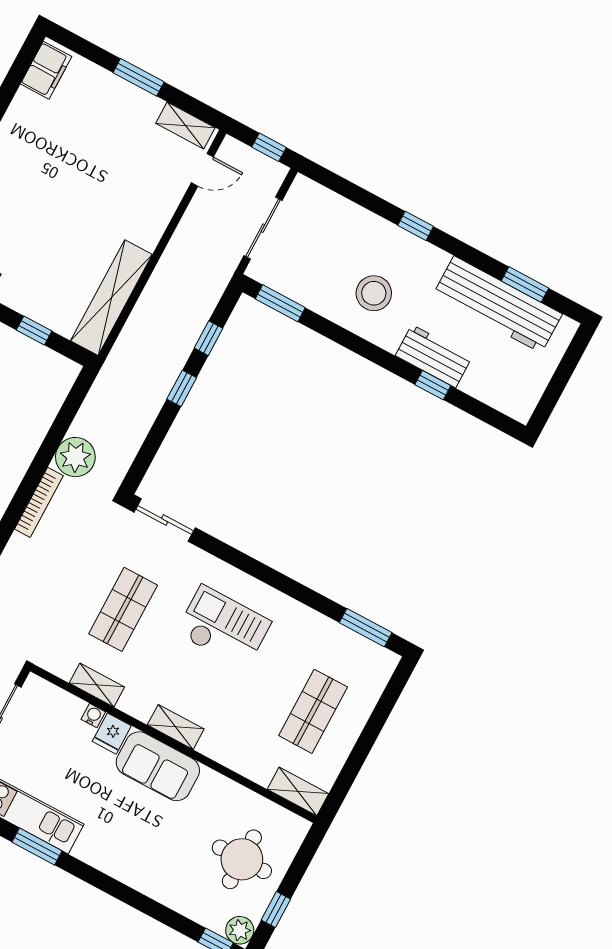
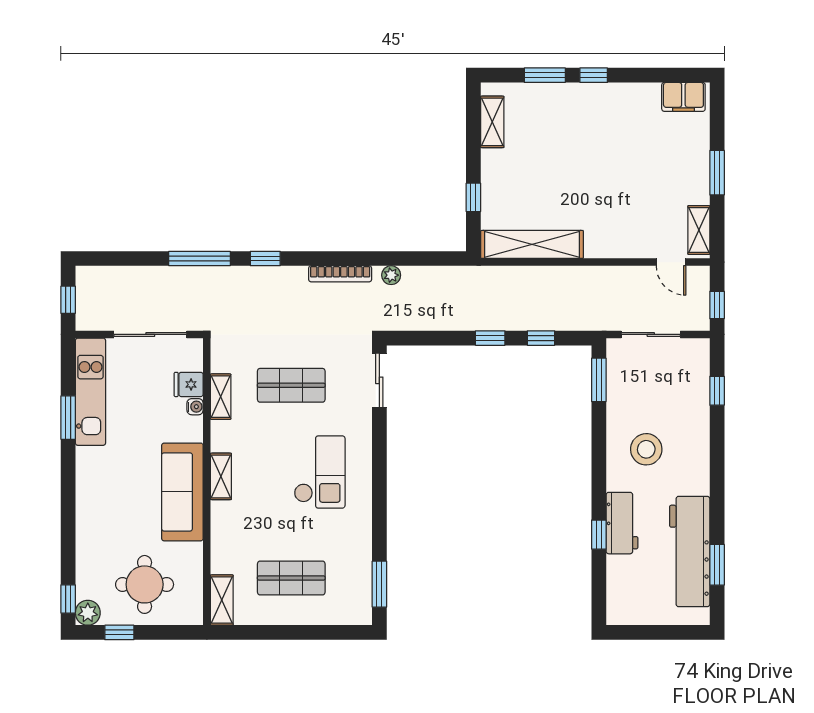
window: (416, 226) -> (717, 391), moved
plant: (75, 457) -> (391, 275), width x0.53, depth x0.53
fridge: (112, 734) -> (189, 384), moved
sofa: (158, 766) -> (182, 492), width x1.36

